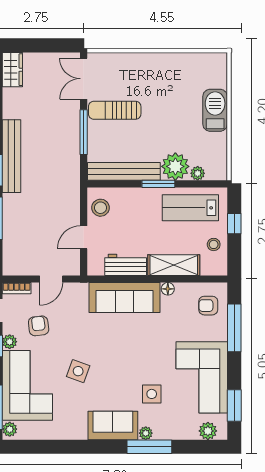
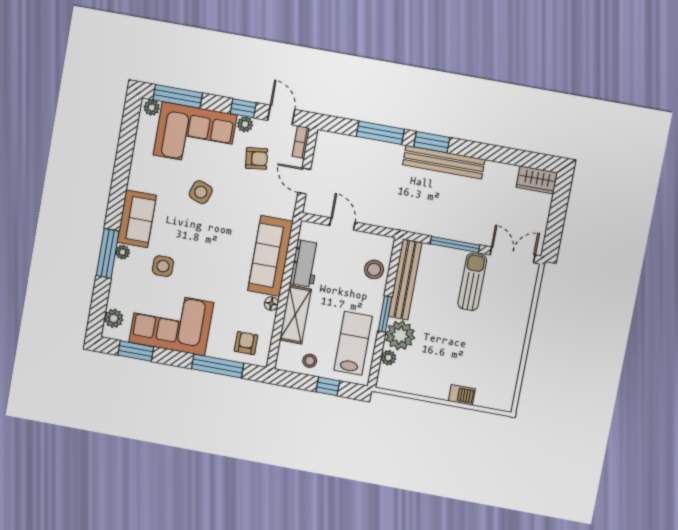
barbecue: (215, 110) -> (462, 395), width x0.53, depth x0.65
stool: (100, 208) -> (374, 269), moved

